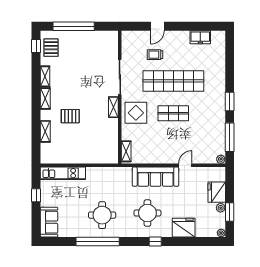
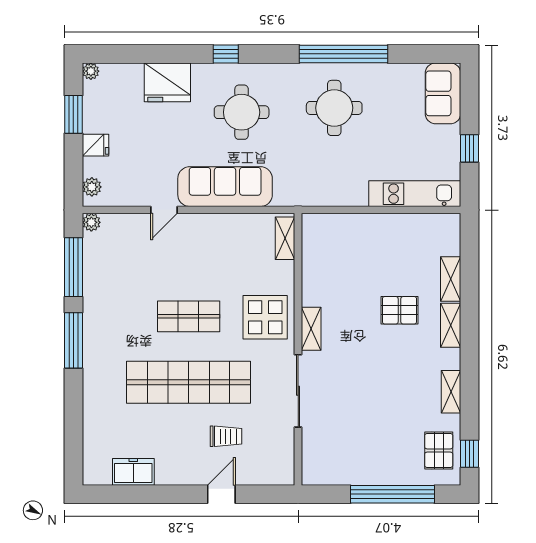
shelving: (45, 98) -> (451, 325), moved
window: (230, 101) -> (73, 340), width x1.44
fridge: (217, 192) -> (95, 145), width x0.53, depth x0.75
plant: (221, 208) -> (92, 187), moved

